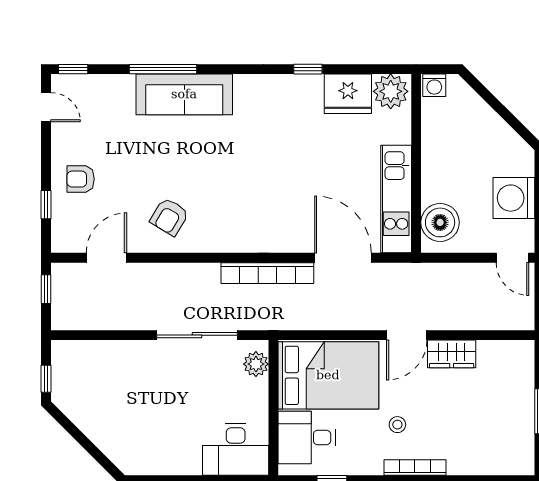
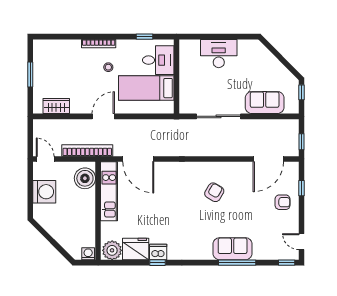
dishwasher: (307, 88) -> (158, 252), added
sofa: (184, 94) -> (233, 249), width x0.73
armchair: (169, 217) -> (214, 192), moved
door: (106, 258) -> (268, 159), width x1.36
bookcase: (267, 273) -> (87, 150), moved
wardrobe: (452, 354) -> (56, 106), moved
sofa: (113, 360) -> (265, 103), added
plant: (256, 364) -> (186, 100), removed
bed: (328, 375) -> (146, 88), width x0.67
desk: (236, 449) -> (219, 54), moved

